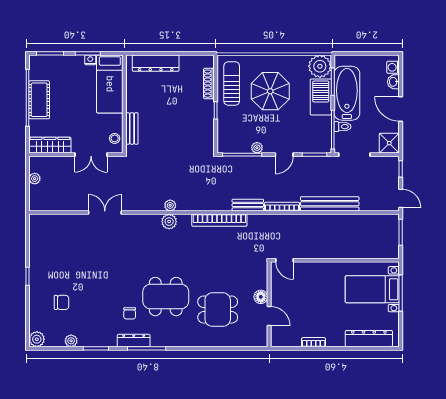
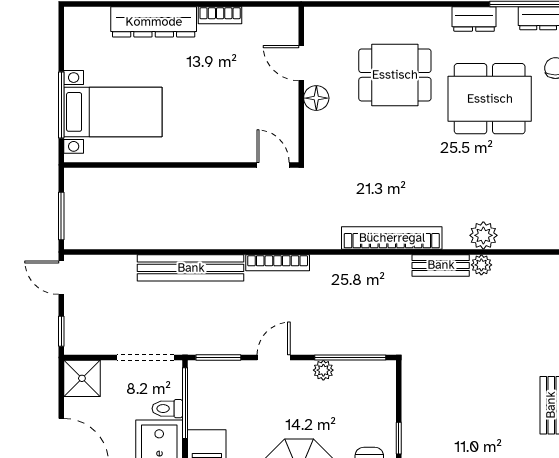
bench: (248, 205) -> (441, 265), moved
dresser: (369, 339) -> (154, 22), moved
dresser: (174, 340) -> (474, 19), added

